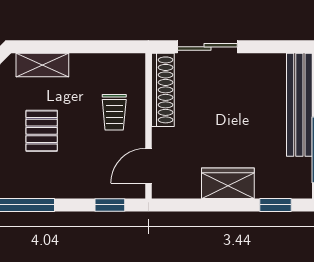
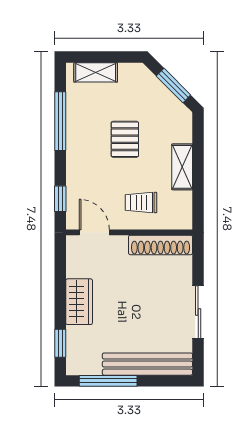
sliding door: (207, 47) -> (198, 312), moved
shelving: (42, 65) -> (182, 167), moved
pallet: (42, 131) -> (125, 139), turned 90

